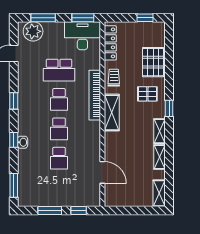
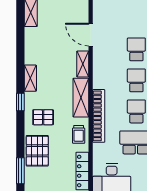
window: (169, 43) -> (20, 171), added
shelving: (160, 157) -> (83, 64), moved

